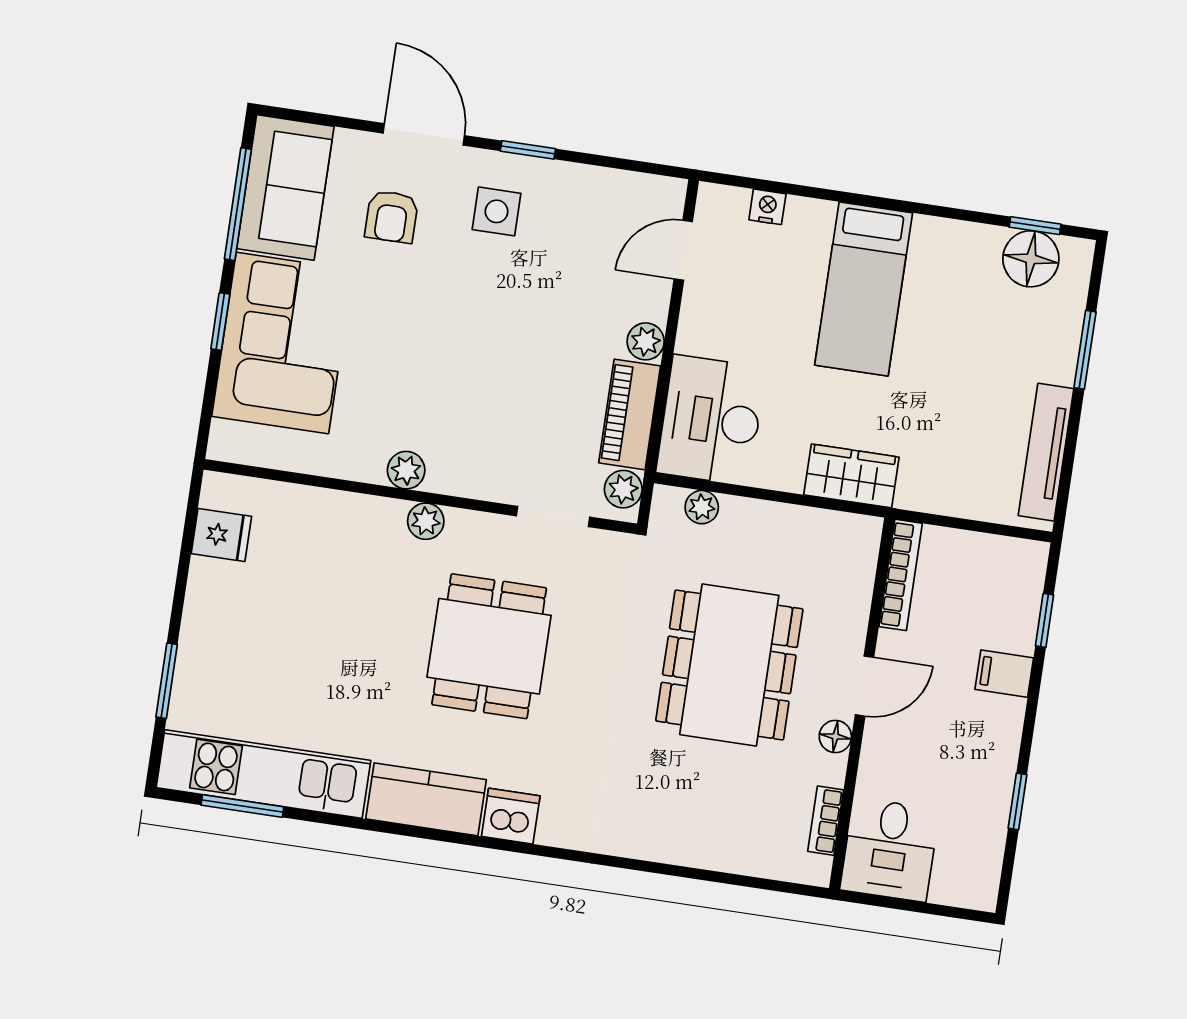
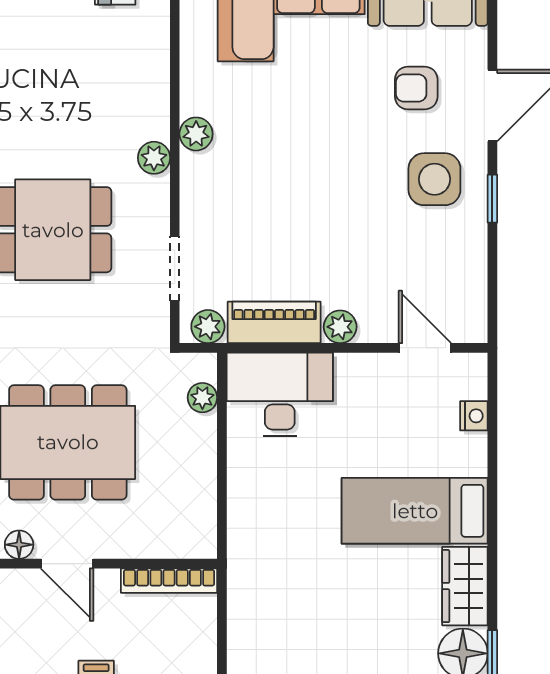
side table: (497, 211) -> (434, 179), width x1.37, depth x1.37
wardrobe: (851, 476) -> (465, 586), moved, turned 180

